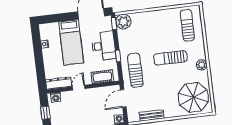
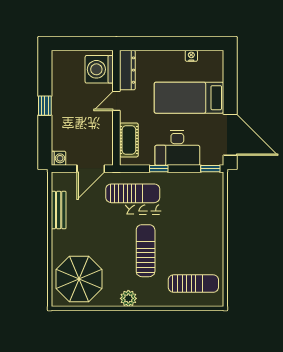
plant: (123, 22) -> (212, 184), removed
door: (79, 88) -> (116, 101), swing flipped
washing machine: (56, 97) -> (99, 69), width x1.89, depth x1.89
door: (123, 98) -> (91, 169), swing flipped
window: (45, 113) -> (83, 44), removed

